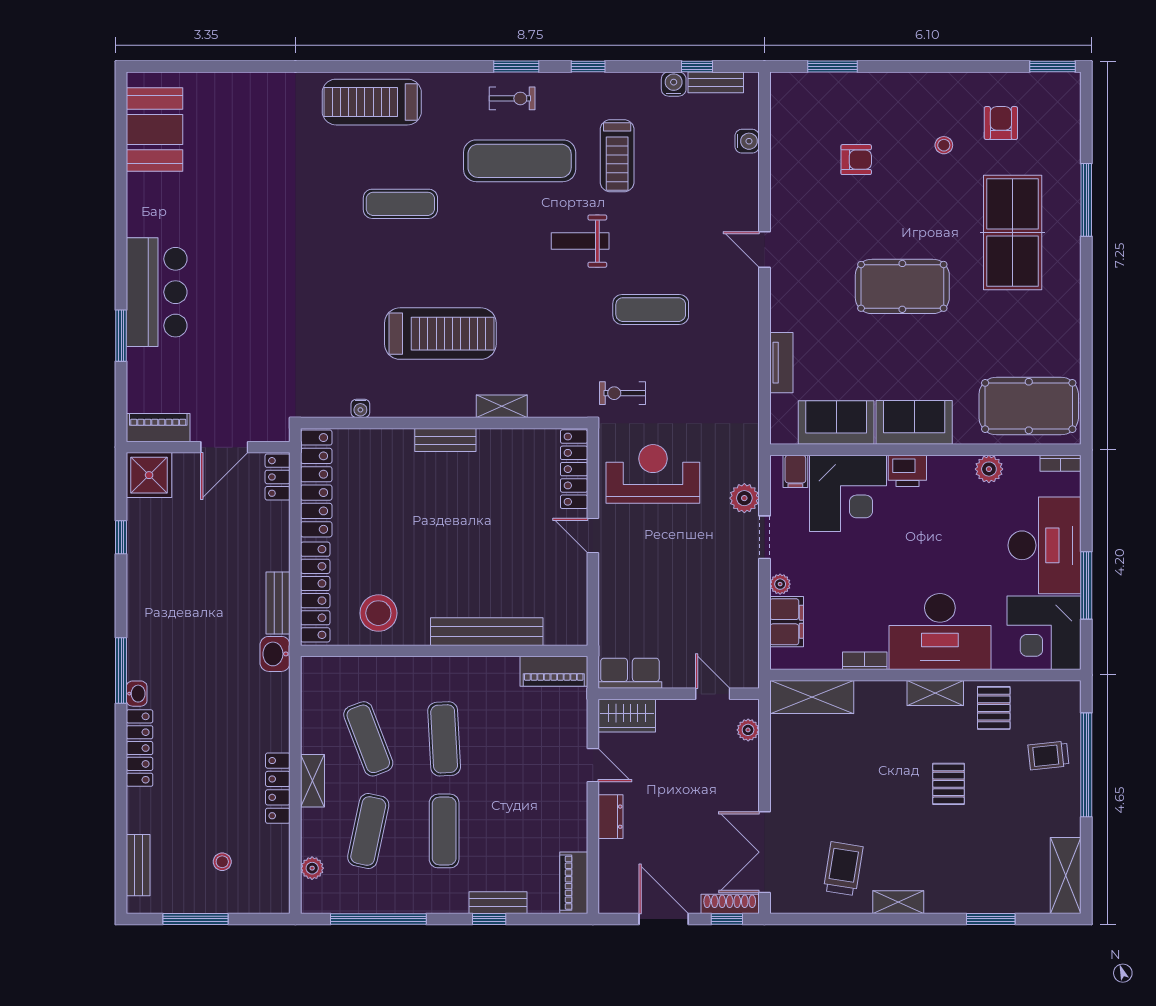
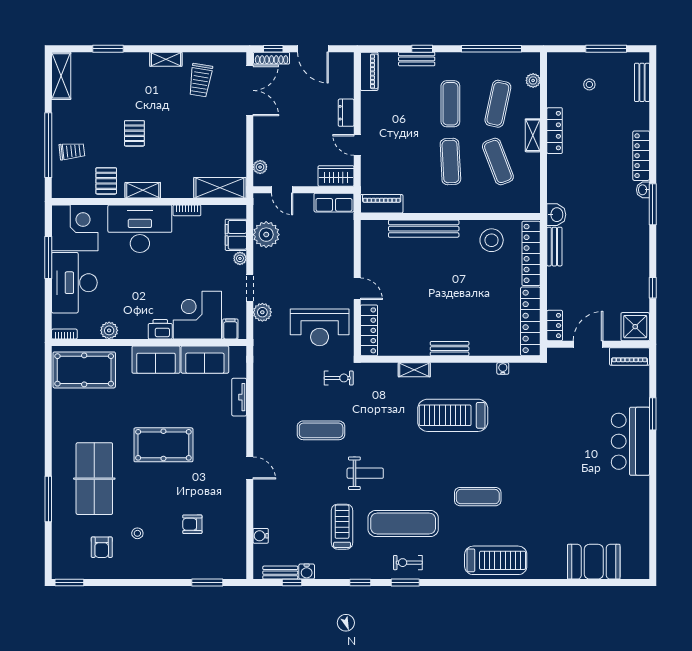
booth: (155, 130) -> (594, 562), moved, turned 90
plant: (738, 622) -> (266, 235), added

